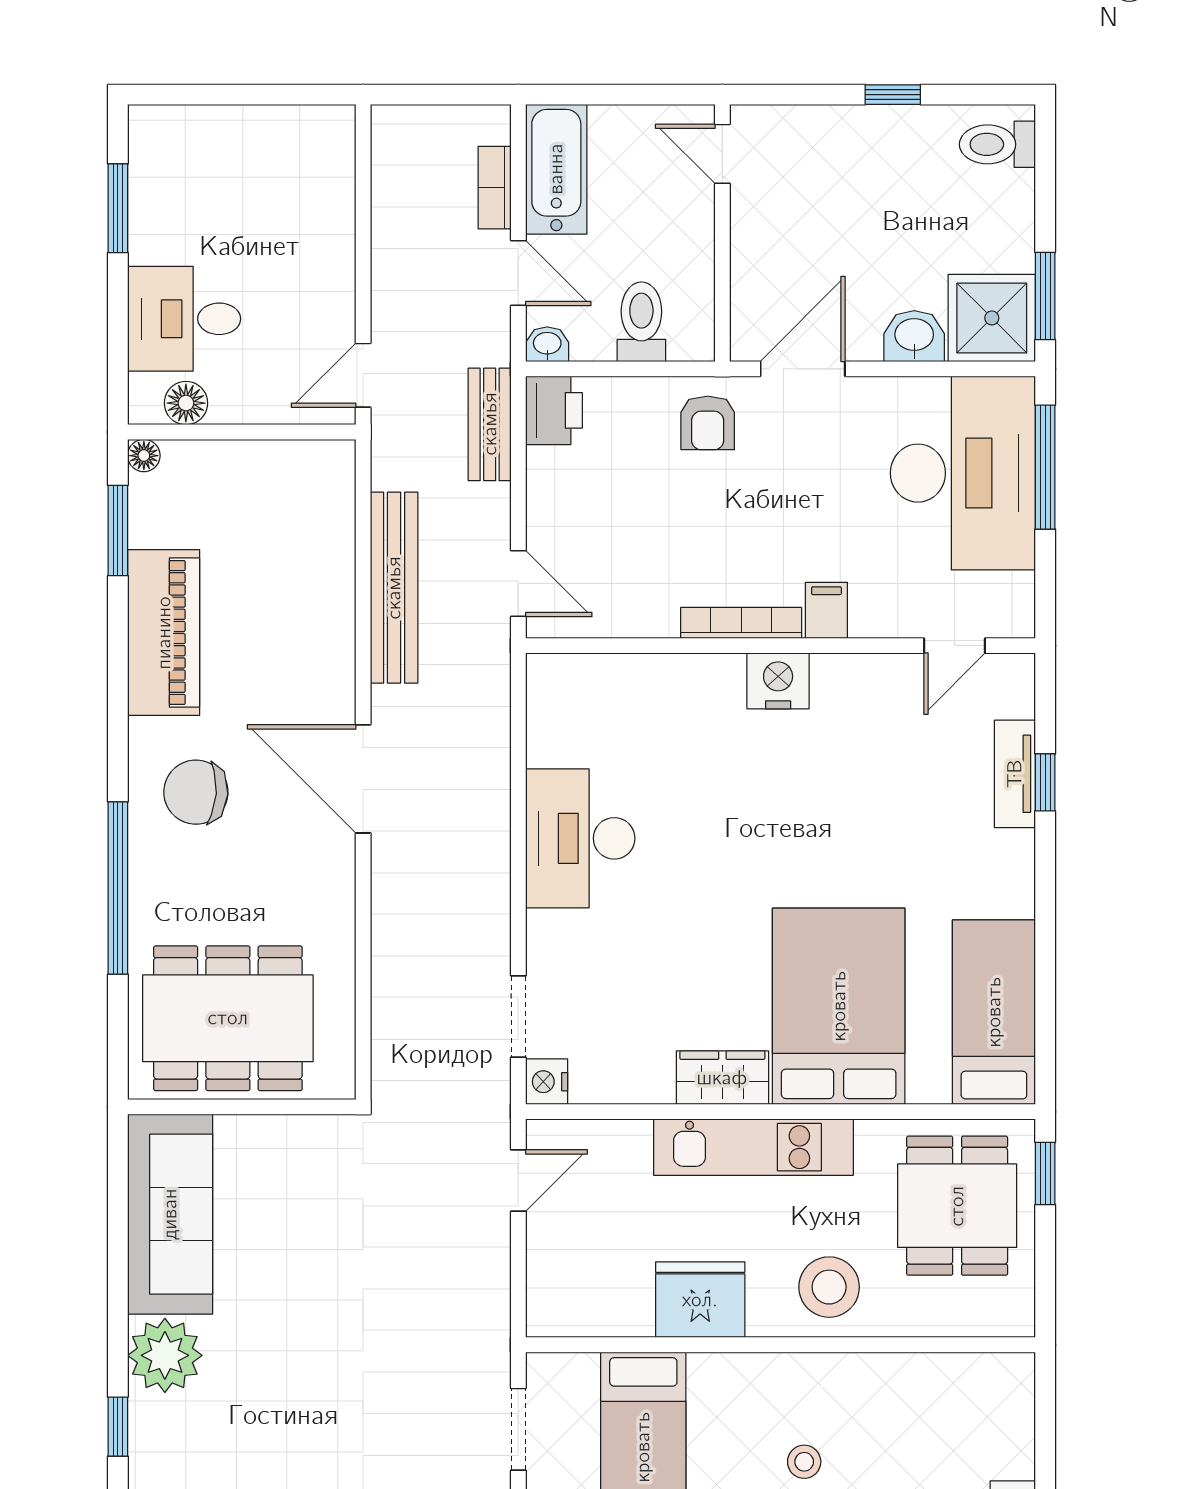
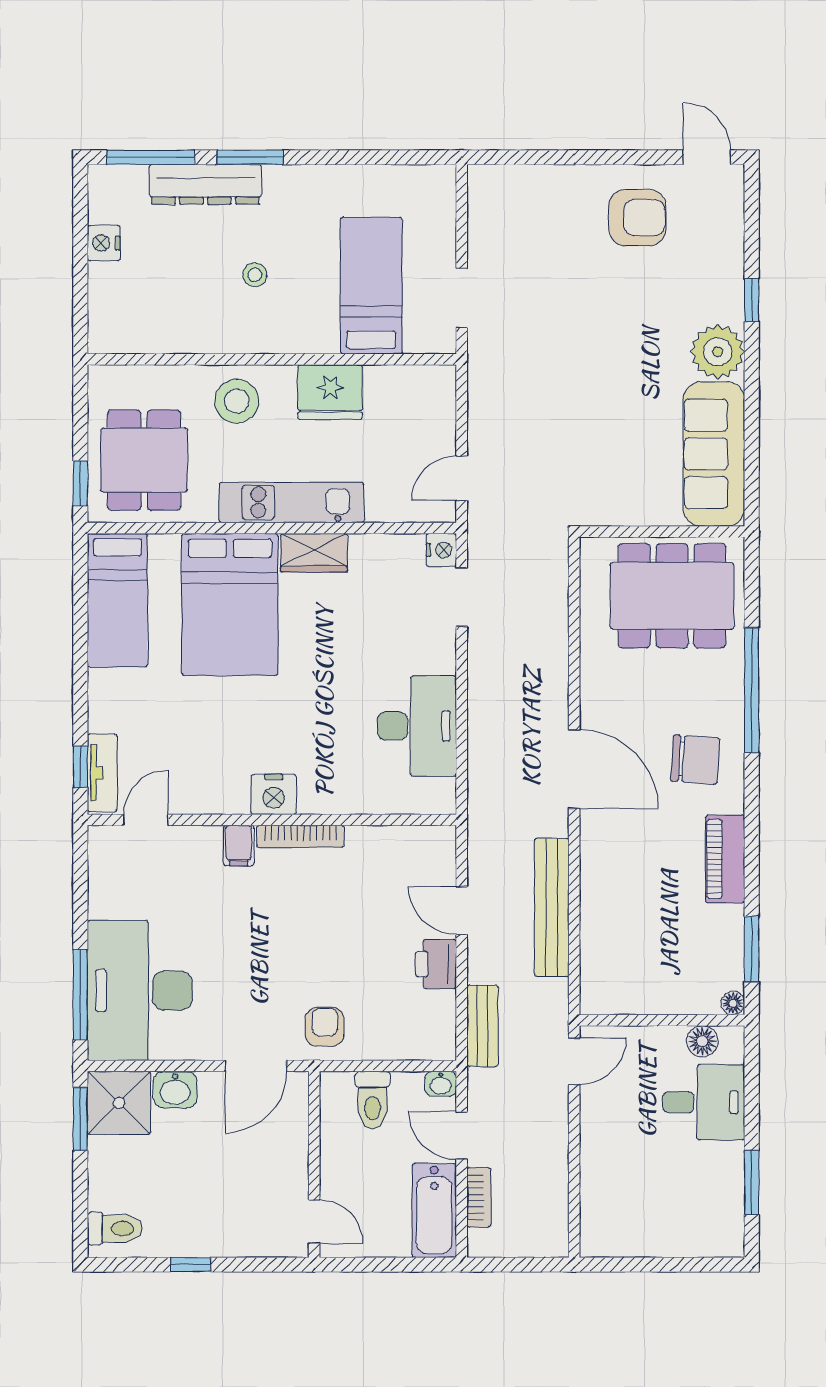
printer: (554, 410) -> (436, 964), moved
filing cabinet: (826, 610) -> (239, 845), moved
bookcase: (741, 623) -> (300, 836), moved
piano: (164, 633) -> (725, 859), width x0.73, depth x0.75
wall: (781, 646) -> (272, 820), moved
door: (955, 646) -> (146, 820), moved
nightstand: (778, 681) -> (274, 794), moved

